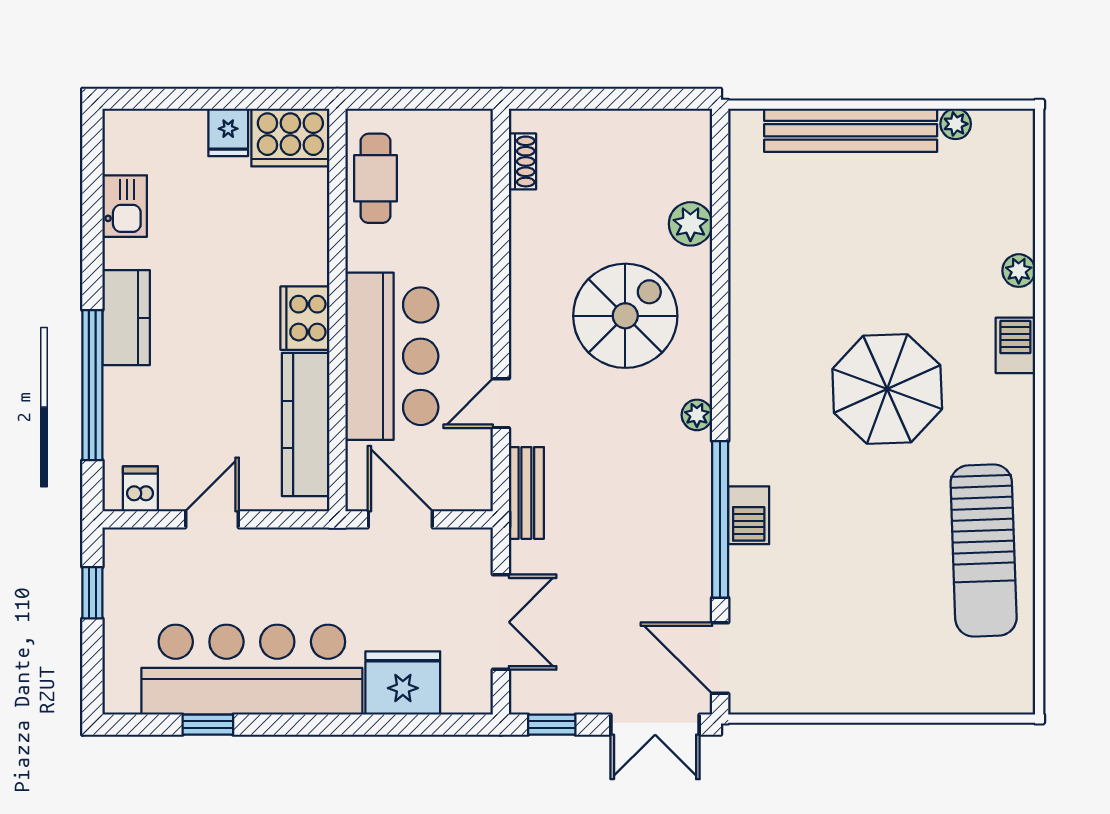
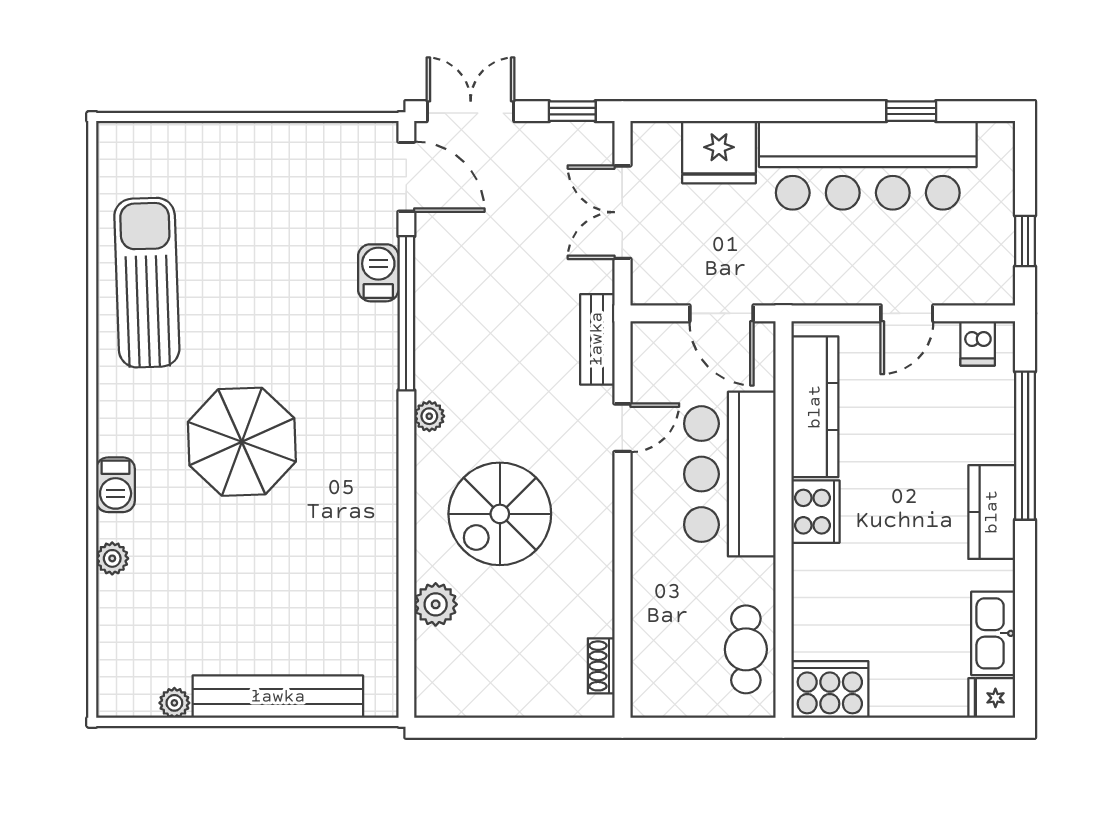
fridge: (228, 132) -> (992, 698), moved, turned -90
kitchen sink: (125, 206) -> (993, 633), width x1.38
barbecue: (749, 515) -> (378, 273), moved

